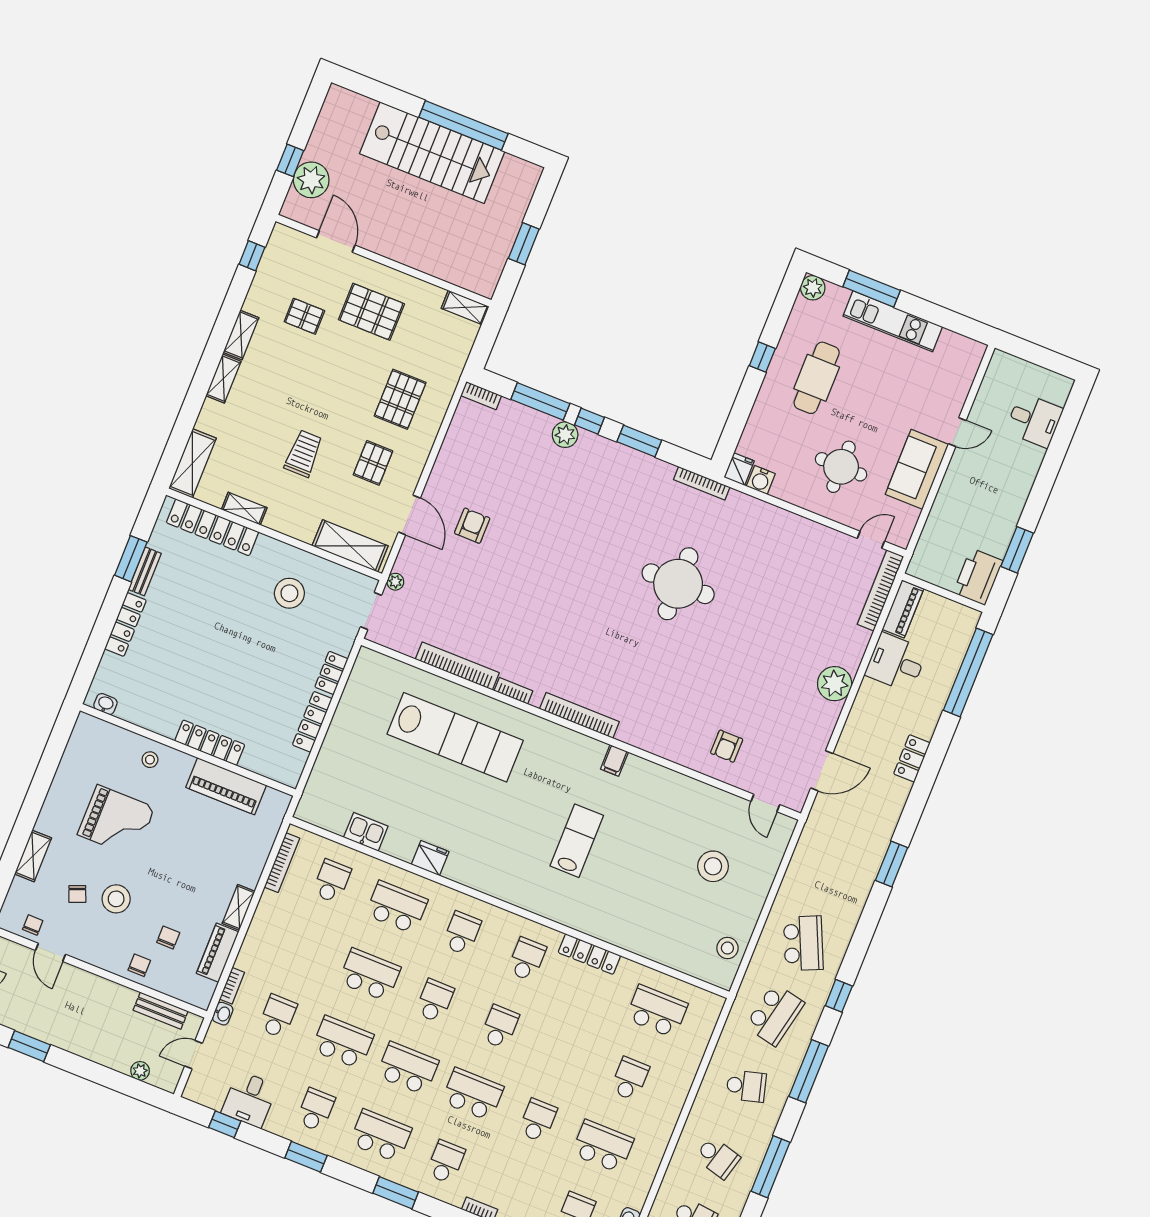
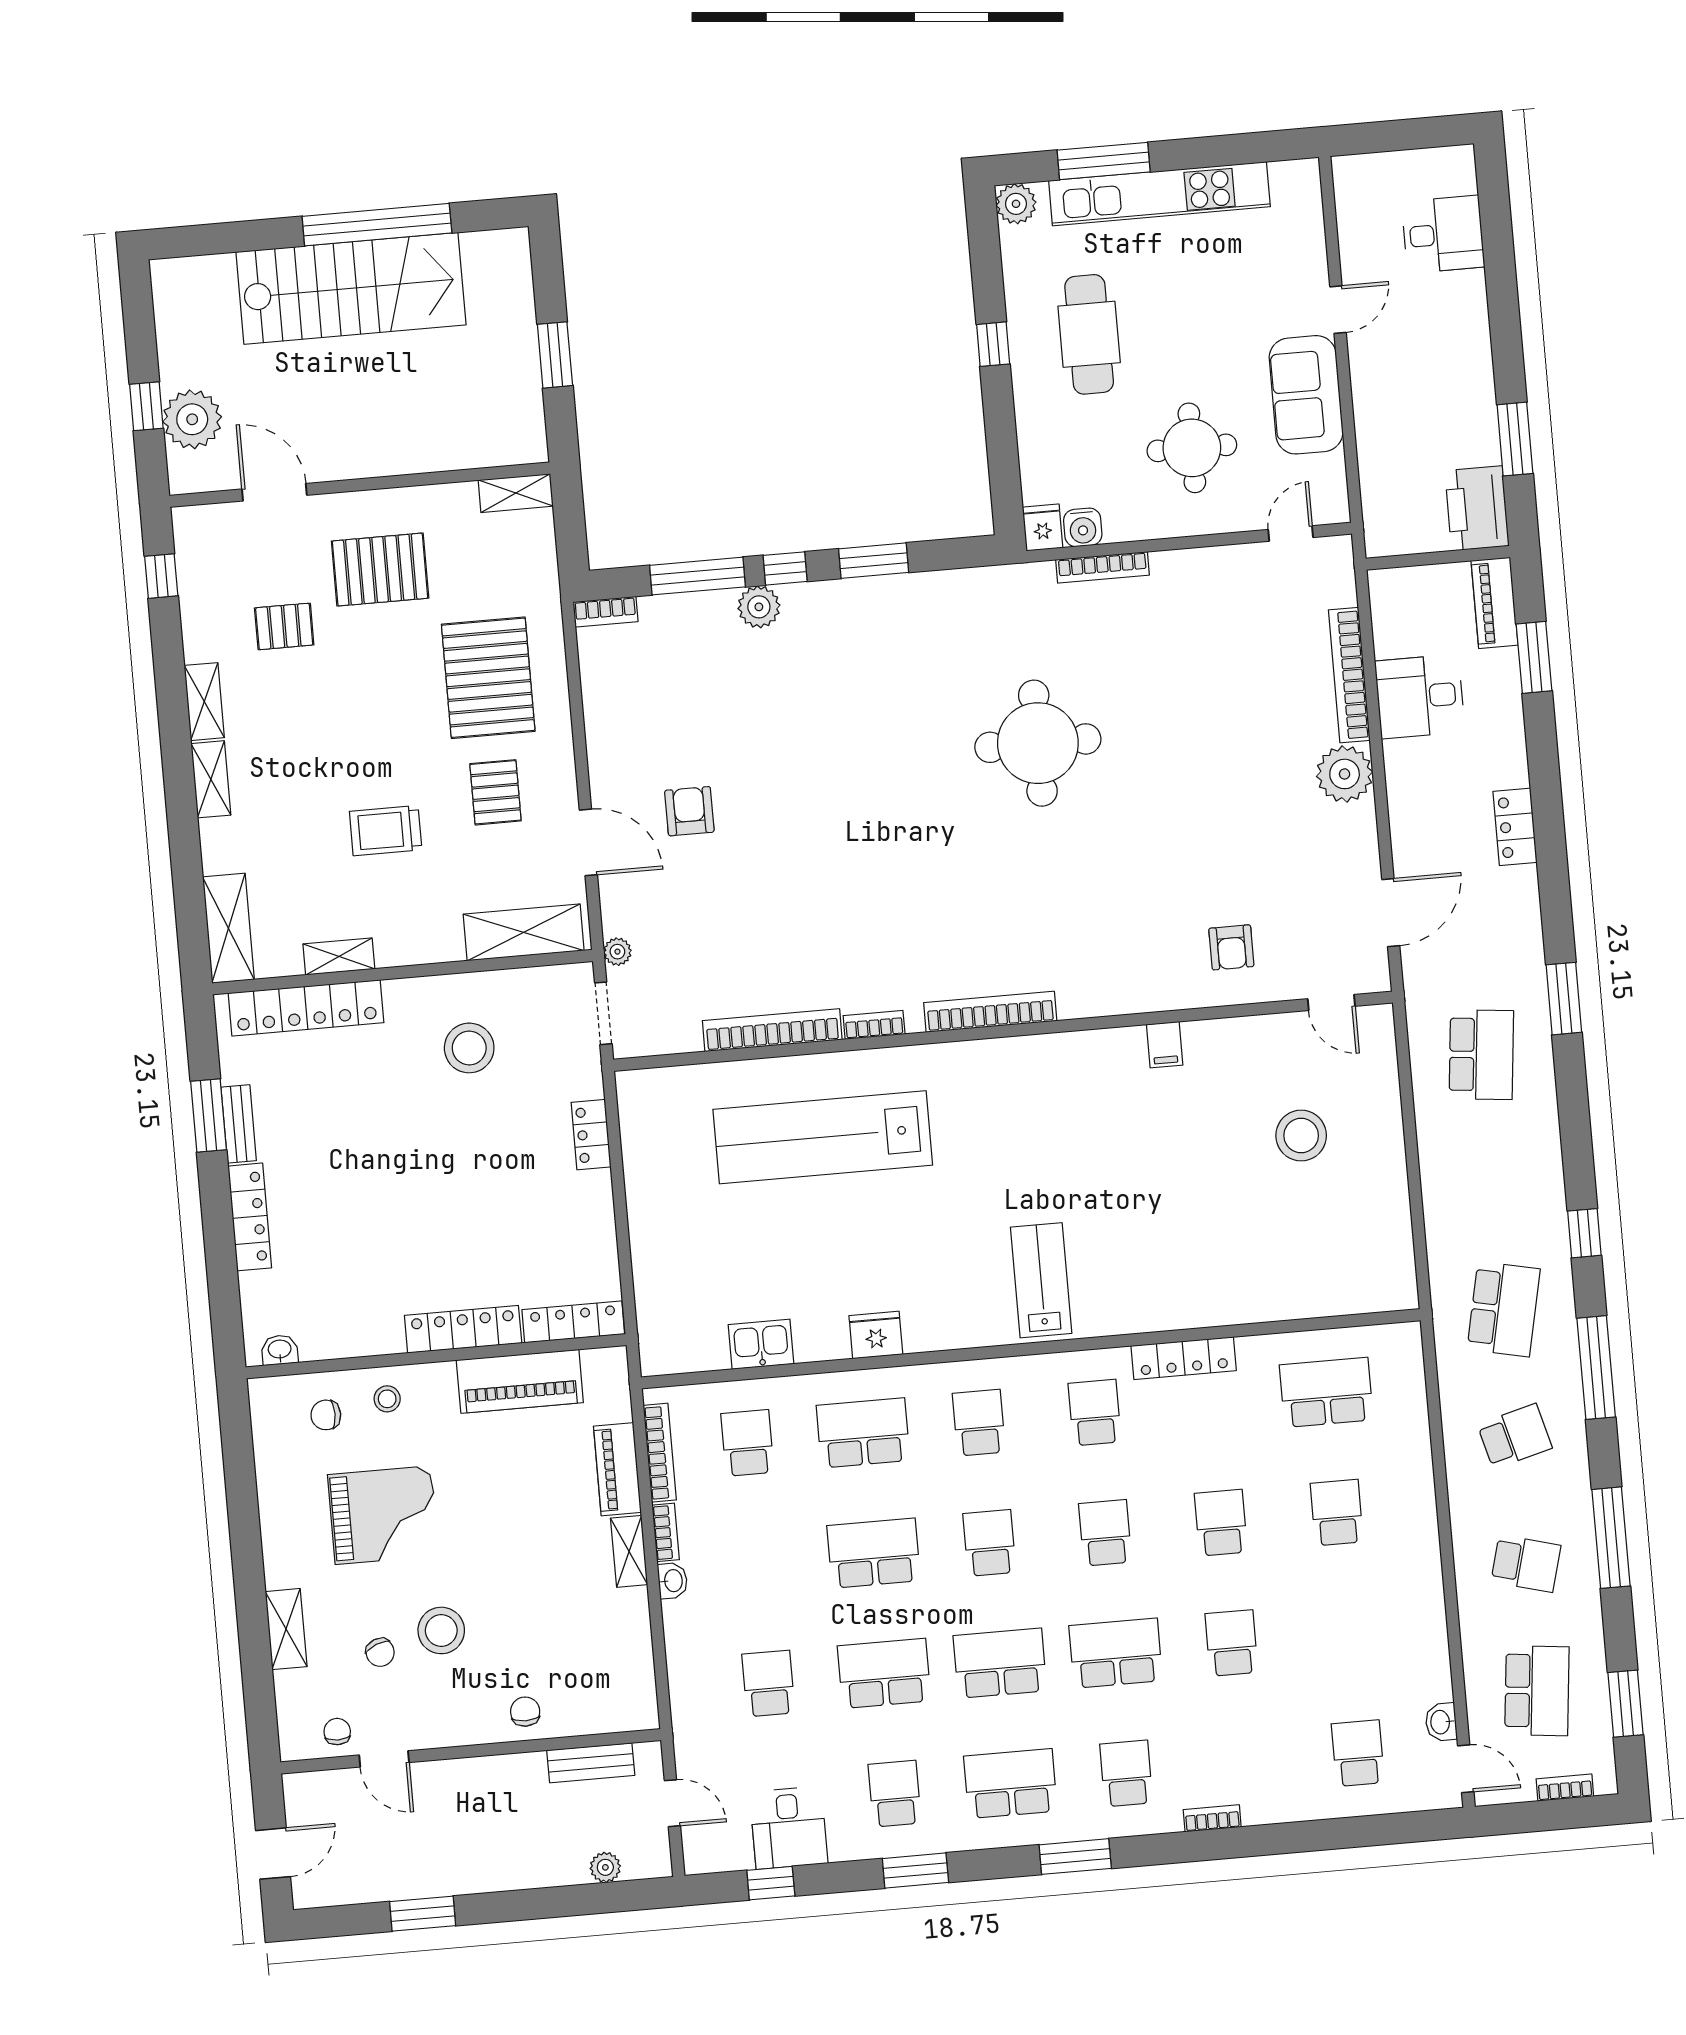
kitchen unit: (893, 321) -> (1159, 194), width x1.36
pallet: (400, 399) -> (488, 678), width x1.37, depth x1.41
trolley: (304, 454) -> (386, 831), turned -90
bookcase: (702, 483) -> (1102, 567), moved
bookcase: (880, 590) -> (1349, 675), moved
piano: (903, 609) -> (1494, 603), moved, turned 180
window: (968, 672) -> (1534, 657), width x0.47
locker: (312, 722) -> (573, 1322), moved, turned 90
lab bench: (455, 737) -> (823, 1137), turned 180
filing cabinet: (614, 760) -> (1165, 1045), moved
lab bench: (577, 841) -> (1041, 1280), moved
chair: (168, 937) -> (326, 1415), moved, turned -90
school desk: (803, 943) -> (1481, 1055), moved, turned 30
stool: (727, 948) -> (1384, 1246), removed
piano: (218, 953) -> (617, 1469), moved
bookcase: (232, 986) -> (666, 1532), moved
washbasin: (223, 1014) -> (673, 1581), moved
door: (193, 1055) -> (672, 1803), swing flipped
school desk: (603, 1146) -> (1221, 1523), moved, width x0.54

